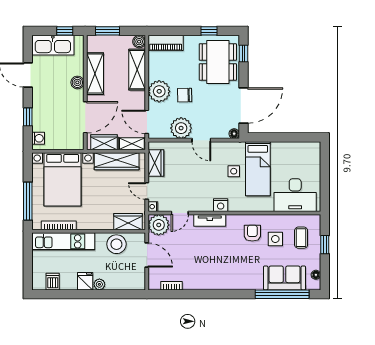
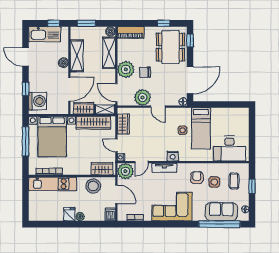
washing machine: (38, 138) -> (38, 101), width x1.89, depth x1.89
window: (28, 201) -> (26, 141), moved
corner sofa: (220, 271) -> (172, 207), added
dishwasher: (53, 282) -> (110, 215), moved

